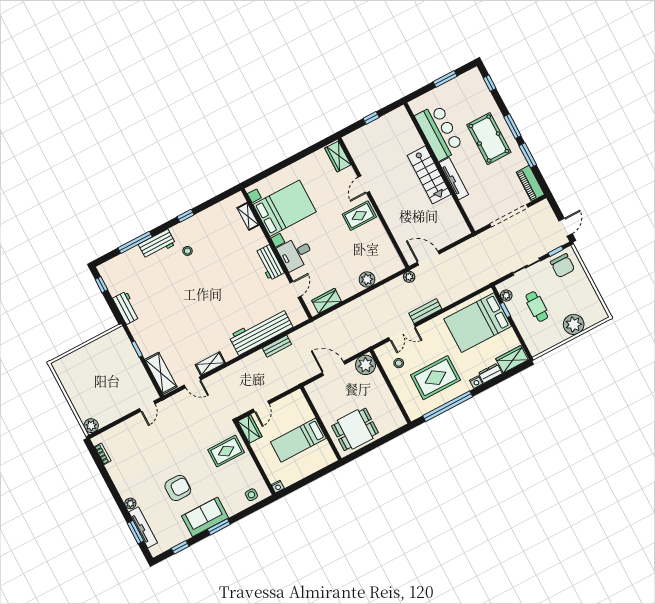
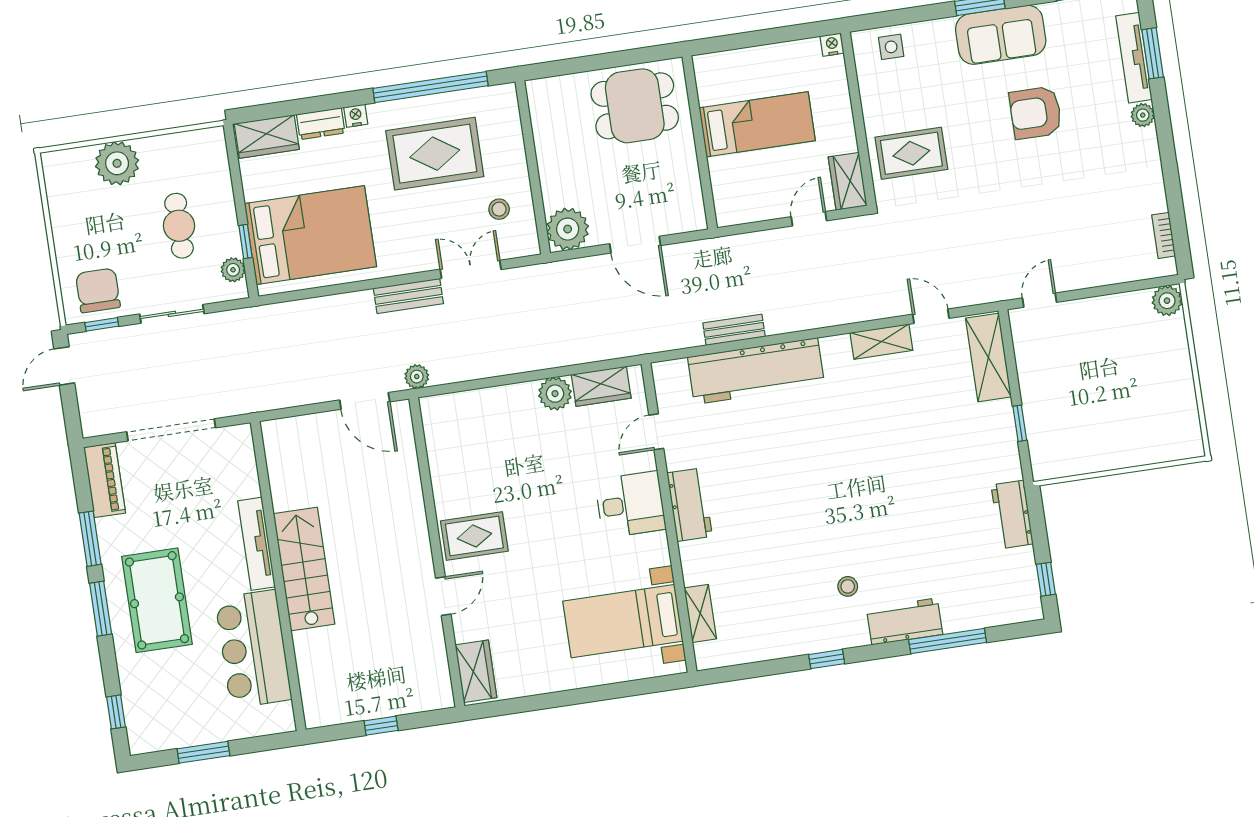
bed with nightstands: (285, 208) -> (623, 621), width x0.73
plant: (367, 279) -> (555, 394), moved

